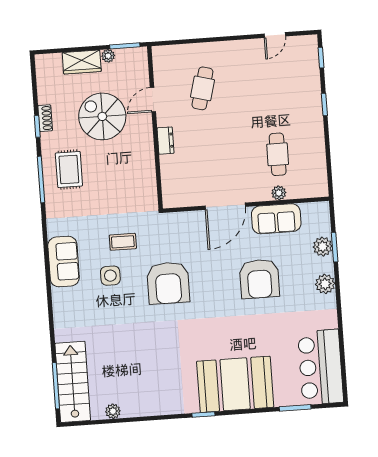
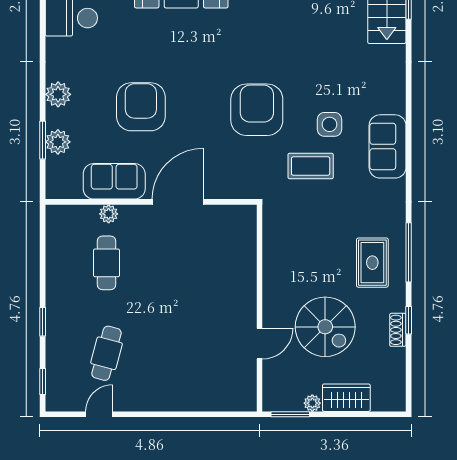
cafe table: (202, 88) -> (106, 353), moved
dresser: (166, 141) -> (247, 291), removed
coffee table: (123, 242) -> (311, 166), width x1.36, depth x1.30

